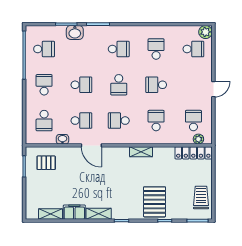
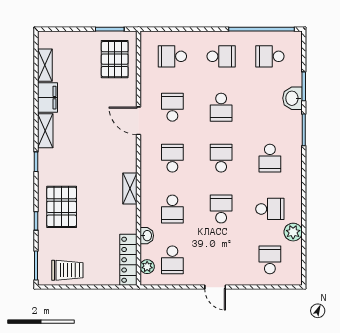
plant: (206, 32) -> (293, 232), moved
school desk: (44, 49) -> (270, 56), turned 90
school desk: (193, 49) -> (270, 260), turned 180
school desk: (119, 85) -> (221, 158), turned 90
school desk: (81, 121) -> (172, 107), turned 180
school desk: (156, 121) -> (172, 209), turned 90
school desk: (193, 121) -> (172, 260), turned 90
washbasin: (62, 139) -> (147, 236), moved
door: (91, 145) -> (138, 121), hinge flipped
pallet: (46, 163) -> (115, 59), width x1.50, depth x1.42
pallet: (155, 202) -> (62, 207), turned 90

